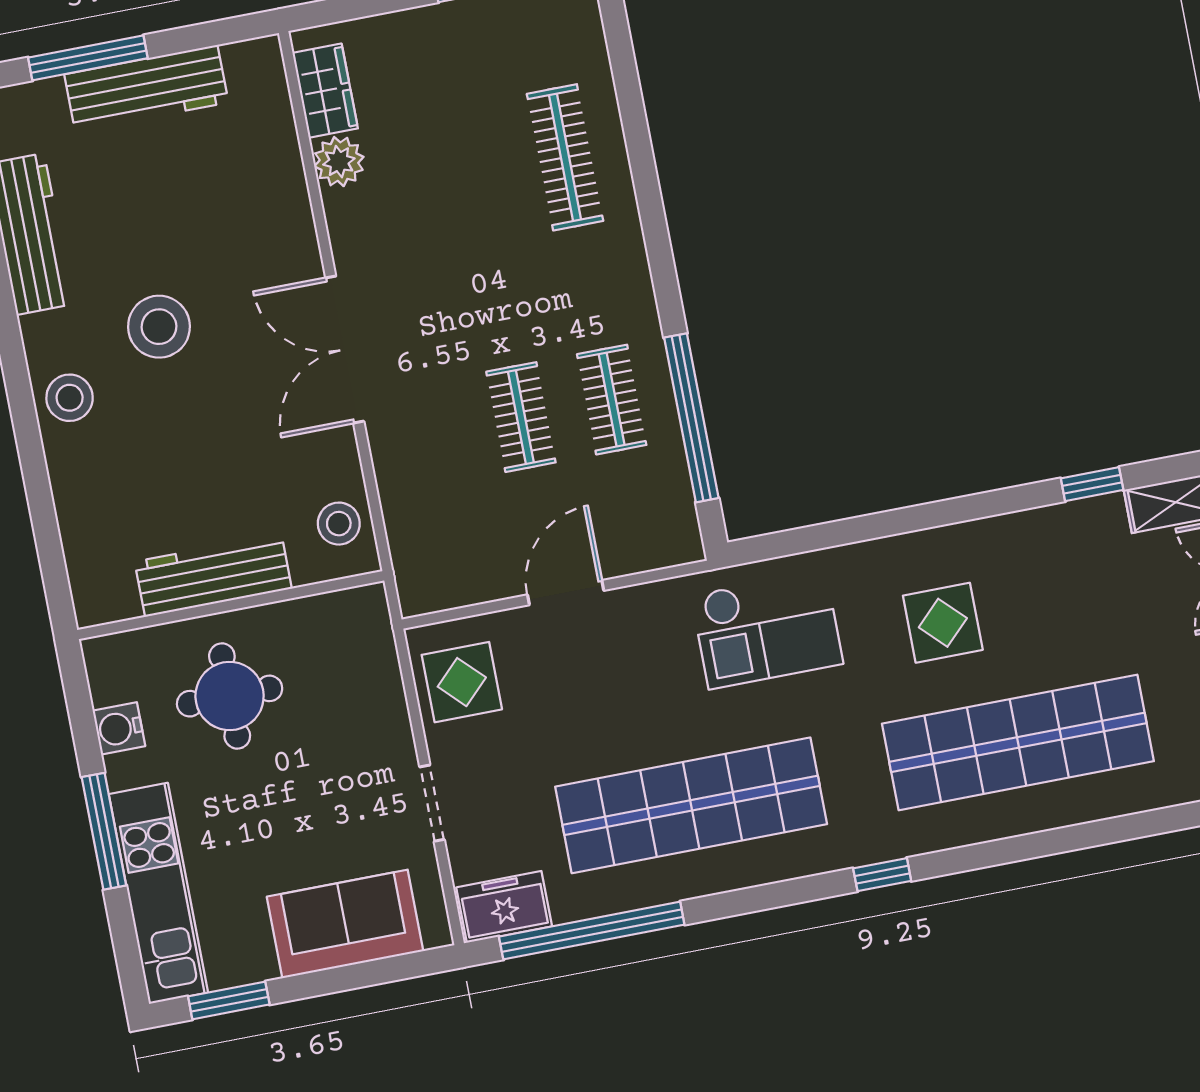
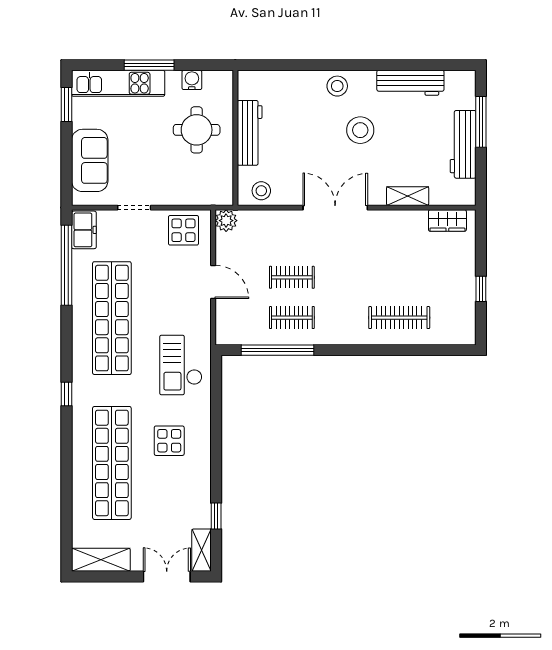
plant: (339, 162) -> (226, 221), moved
shelving: (287, 191) -> (408, 196), added

